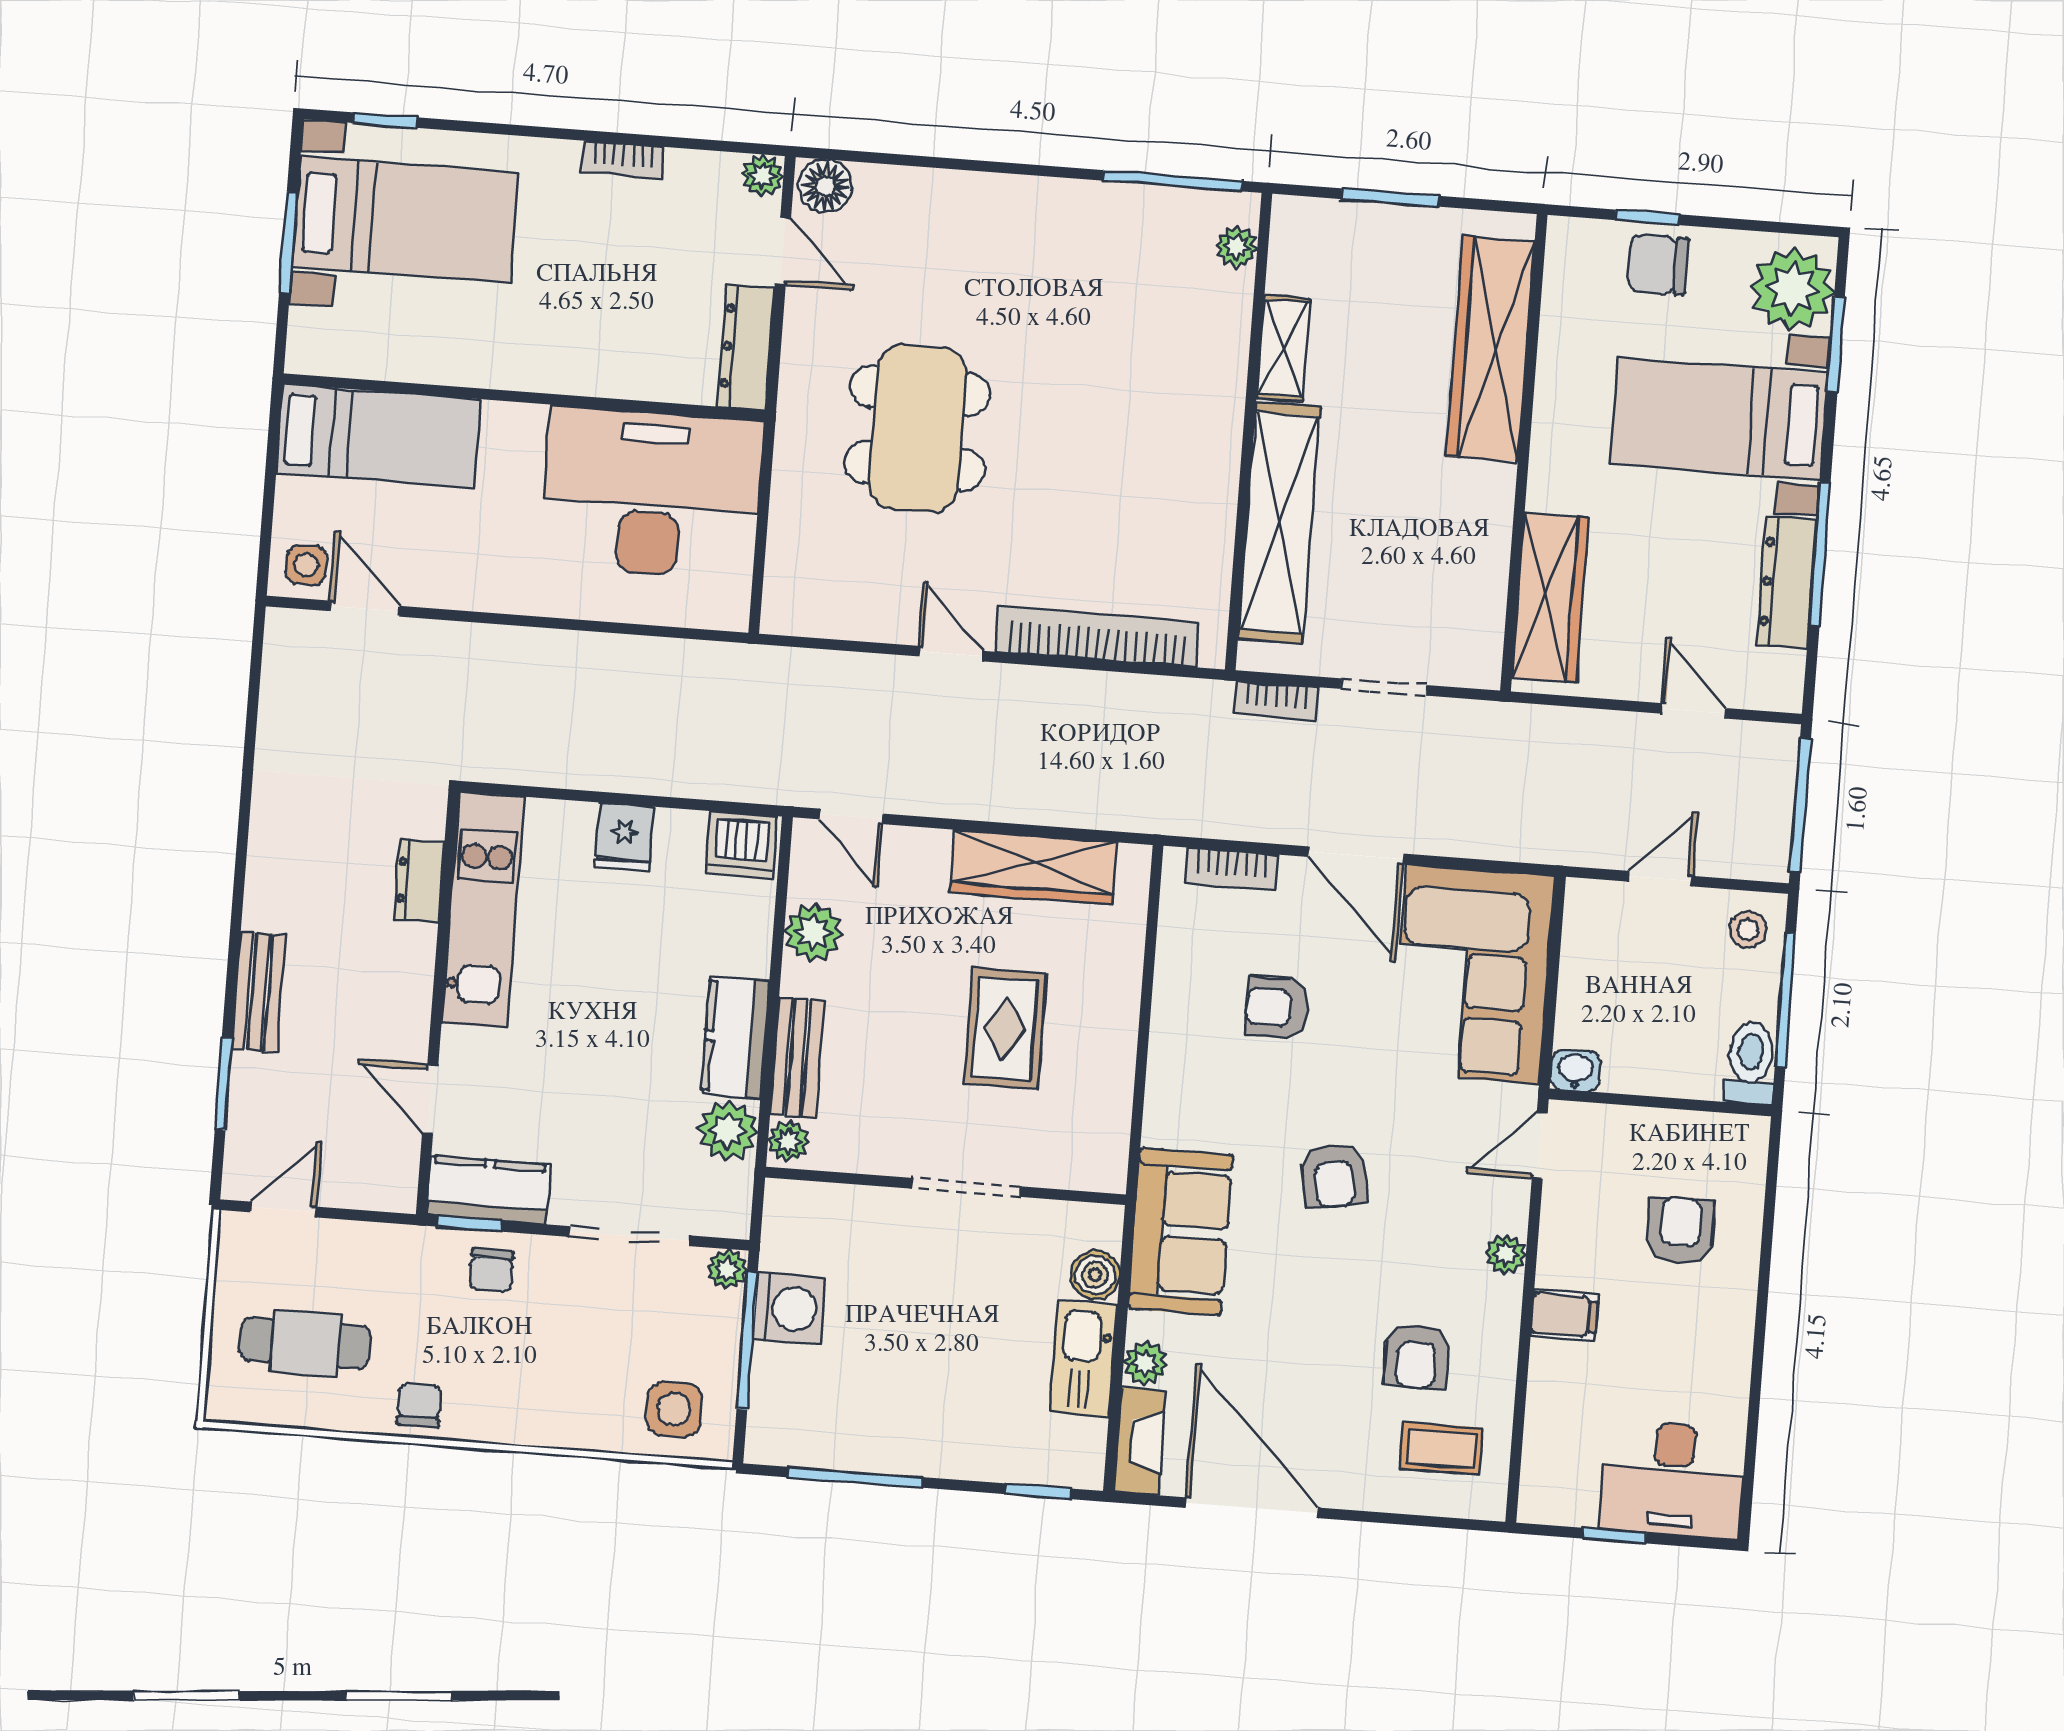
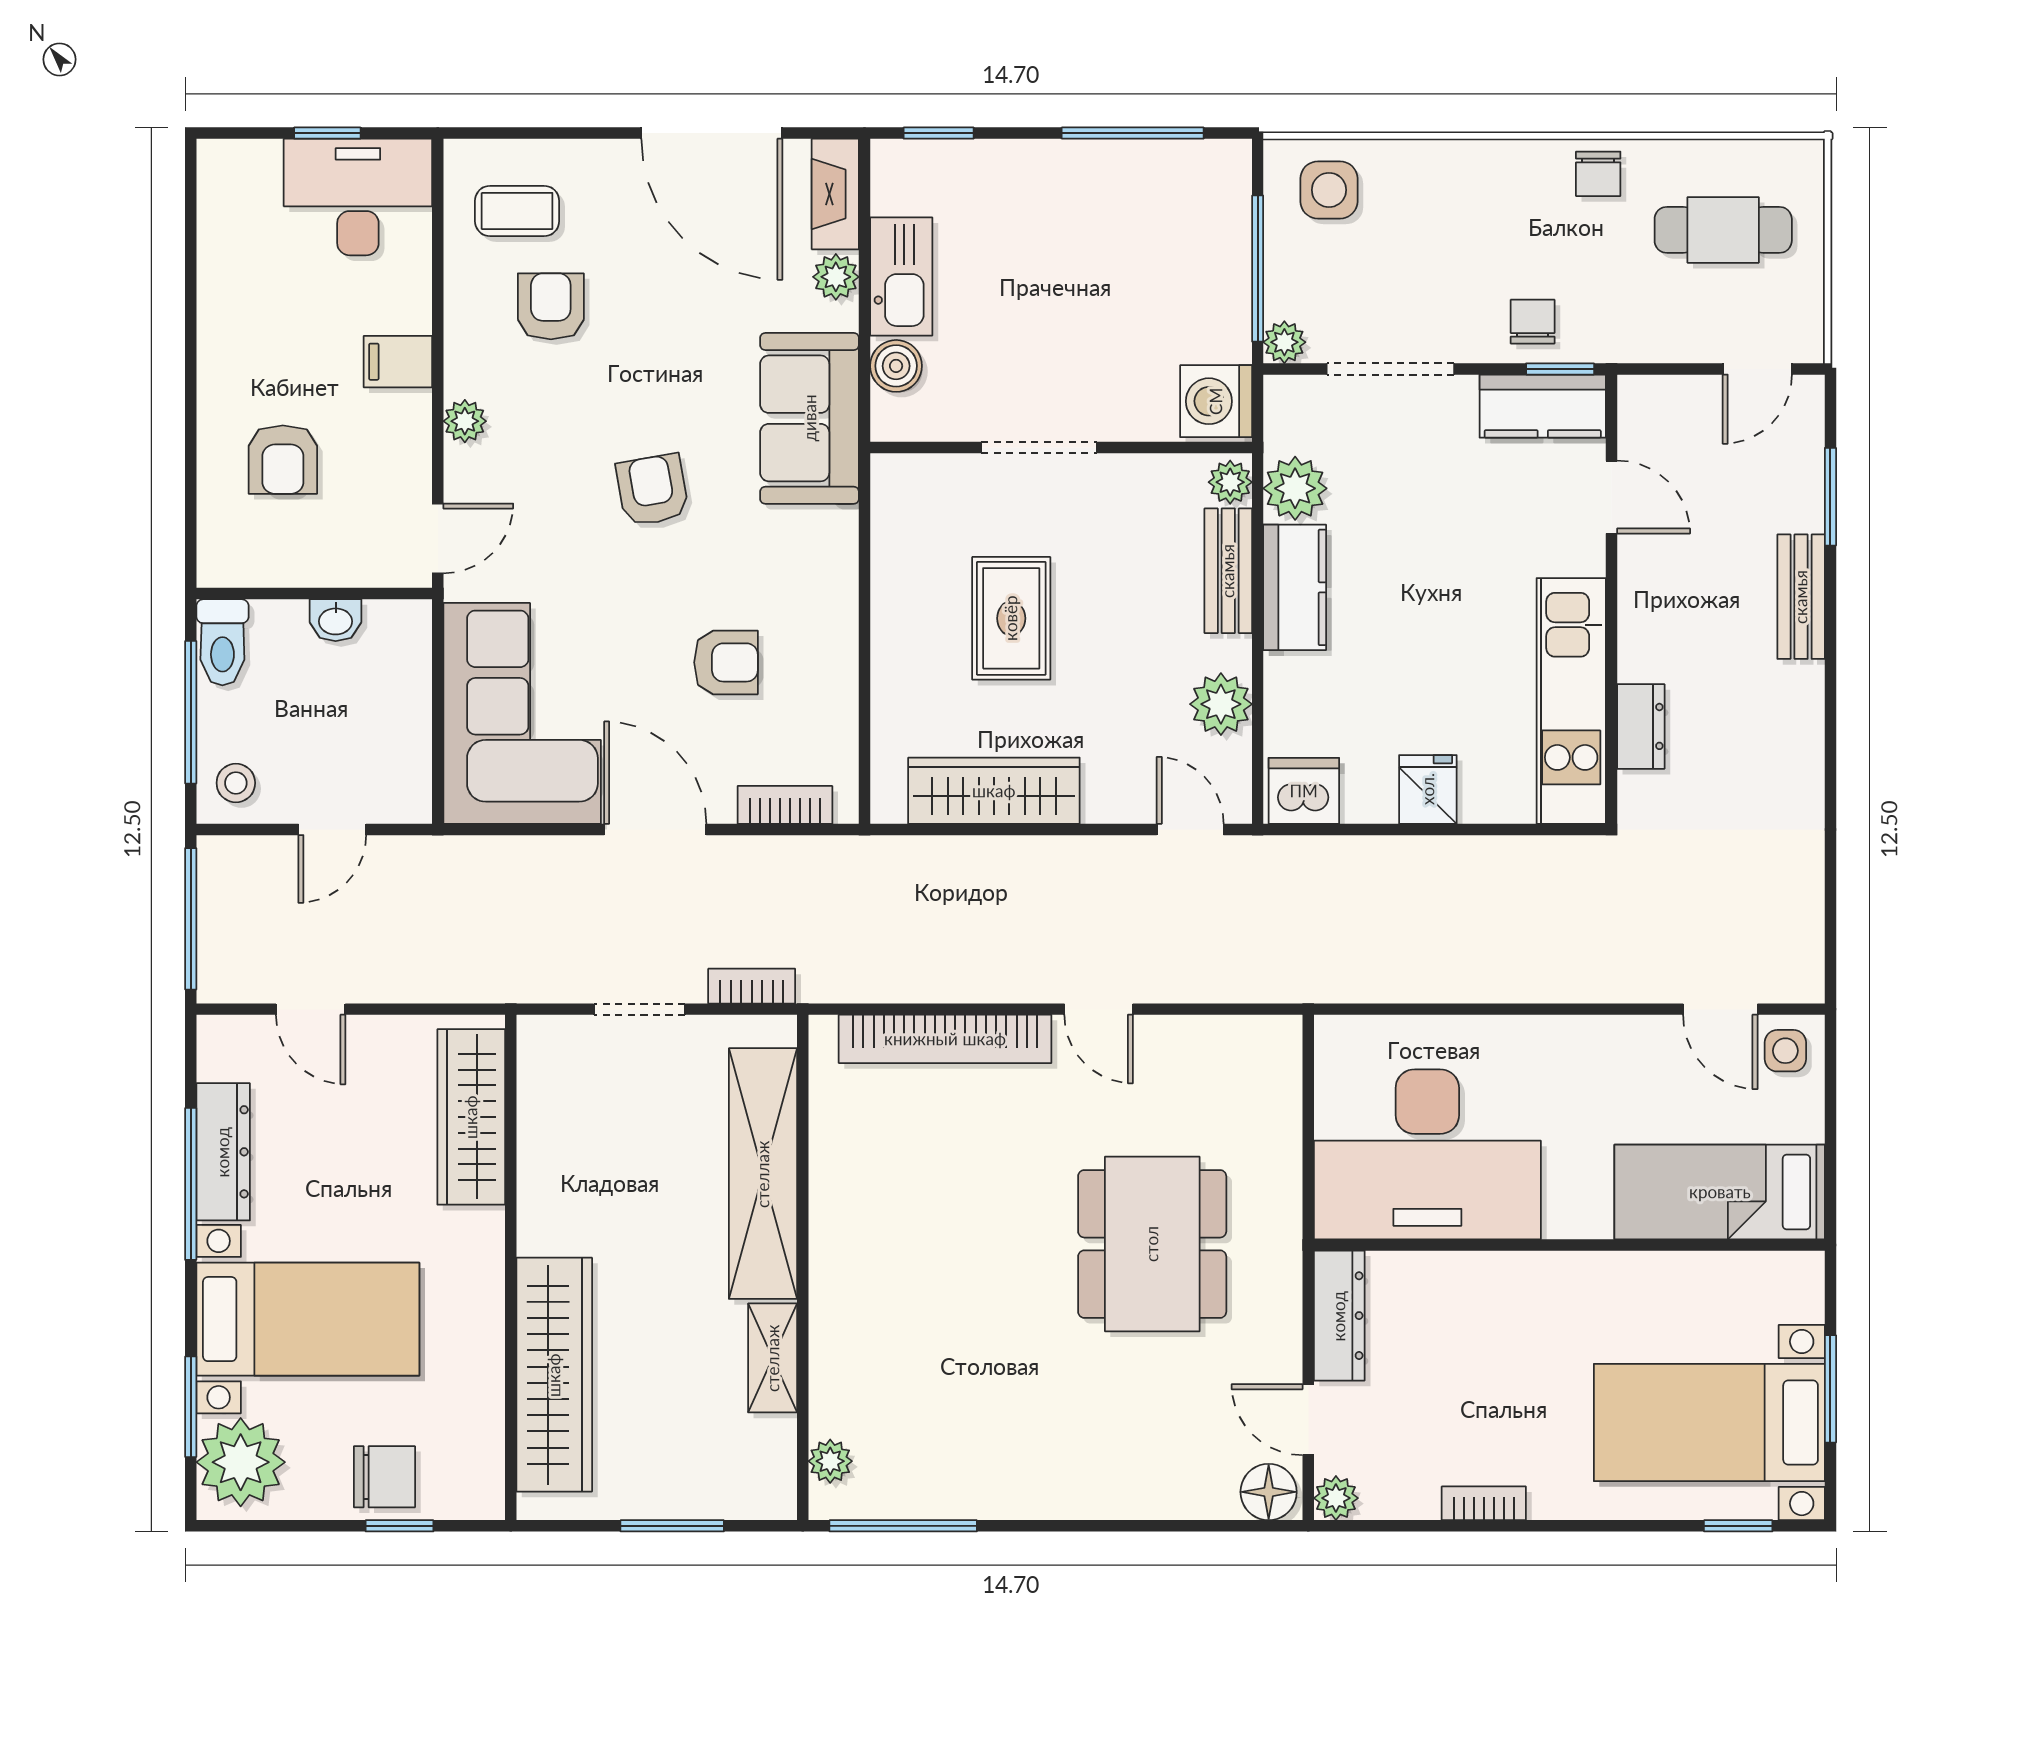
washbasin: (1575, 1071) -> (336, 620), moved
washing machine: (789, 1308) -> (1216, 401), moved
desk: (1673, 1479) -> (358, 197), moved

